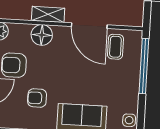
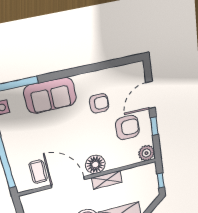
floor lamp: (42, 35) -> (95, 165), moved

